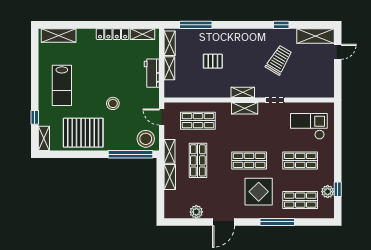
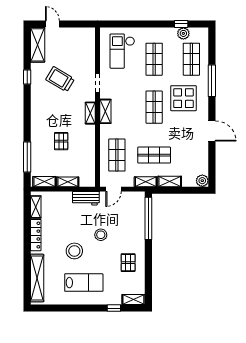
shelving: (59, 35) -> (37, 278), width x1.47
workbench: (152, 73) -> (86, 198), moved
pallet: (83, 133) -> (128, 263), width x0.49, depth x0.50
stool: (146, 139) -> (74, 251), moved
plant: (196, 212) -> (202, 181), moved

